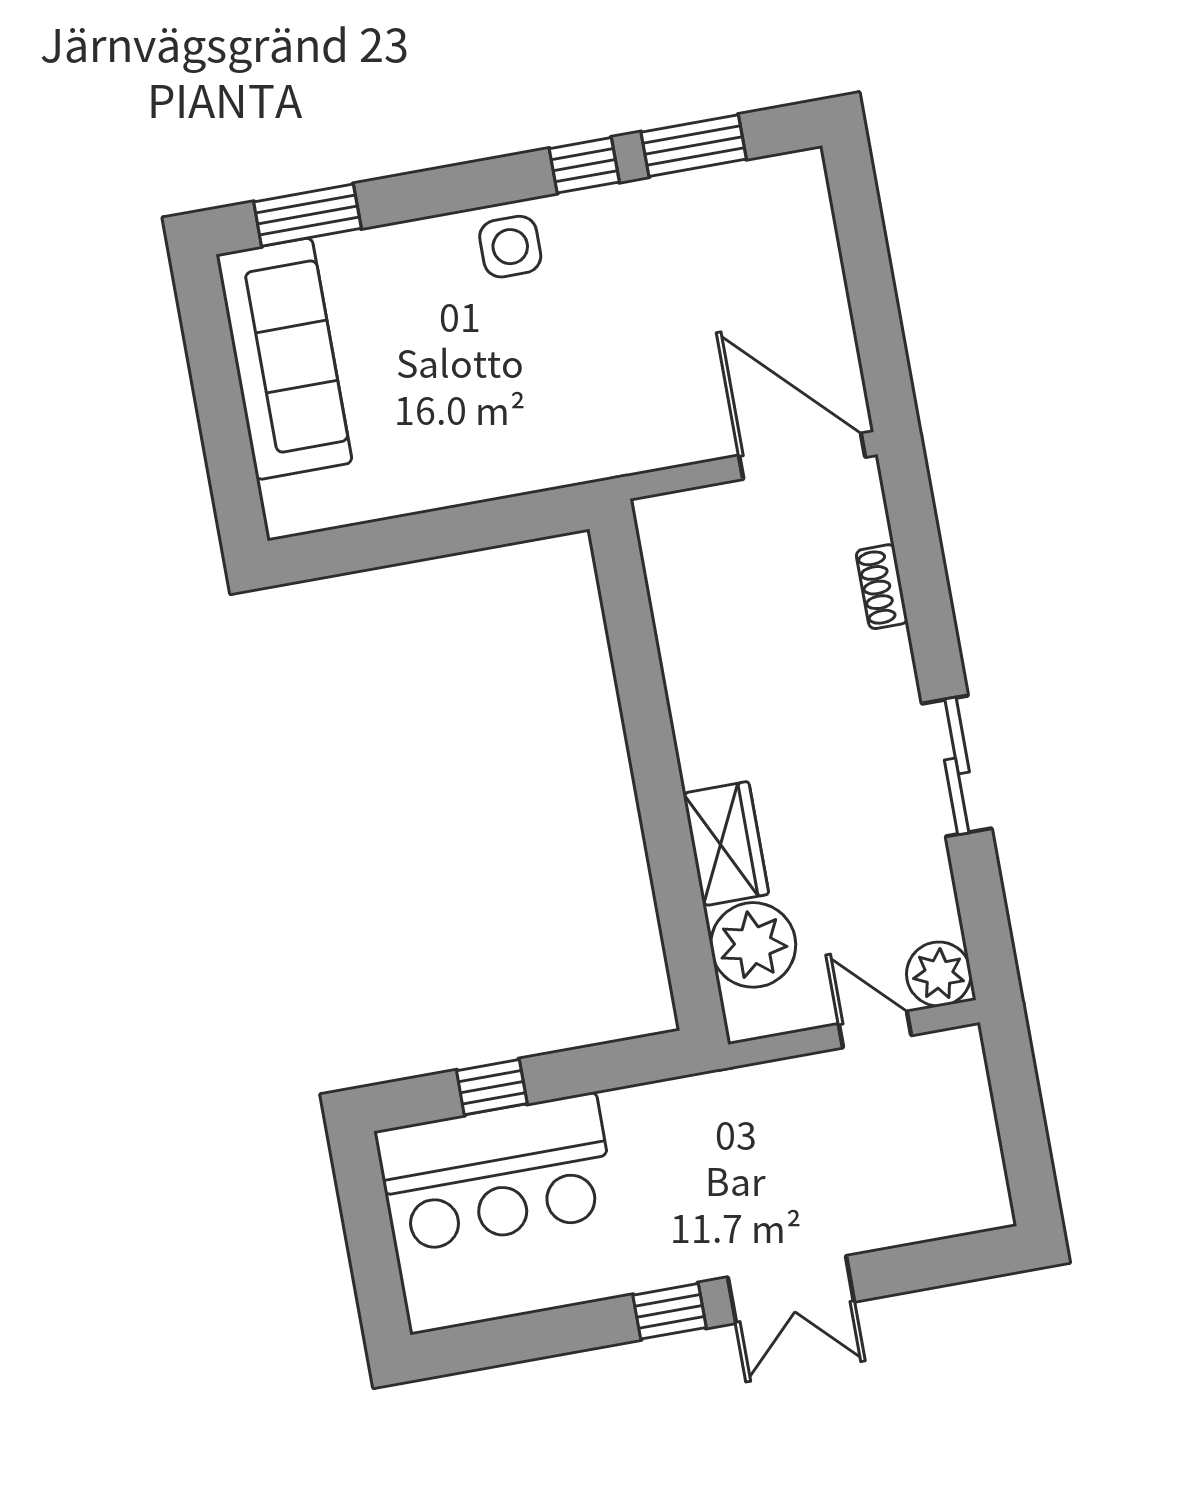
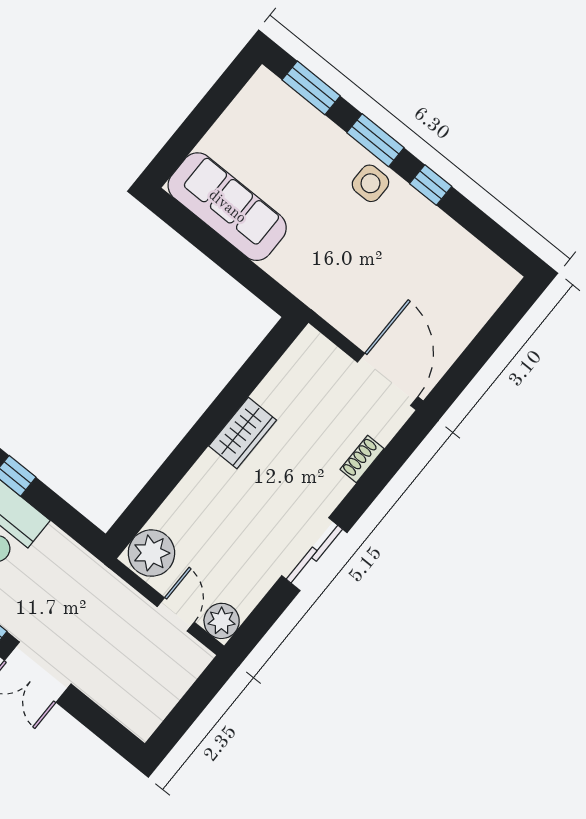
window: (694, 146) -> (375, 140), moved
sofa: (284, 359) -> (227, 207), moved, turned -90
wardrobe: (726, 844) -> (243, 433), moved
plant: (753, 945) -> (151, 553), moved

